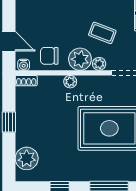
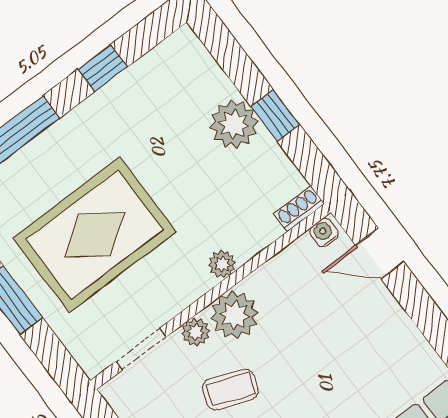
chair: (49, 56) -> (292, 281), removed
plant: (27, 158) -> (234, 124), moved

